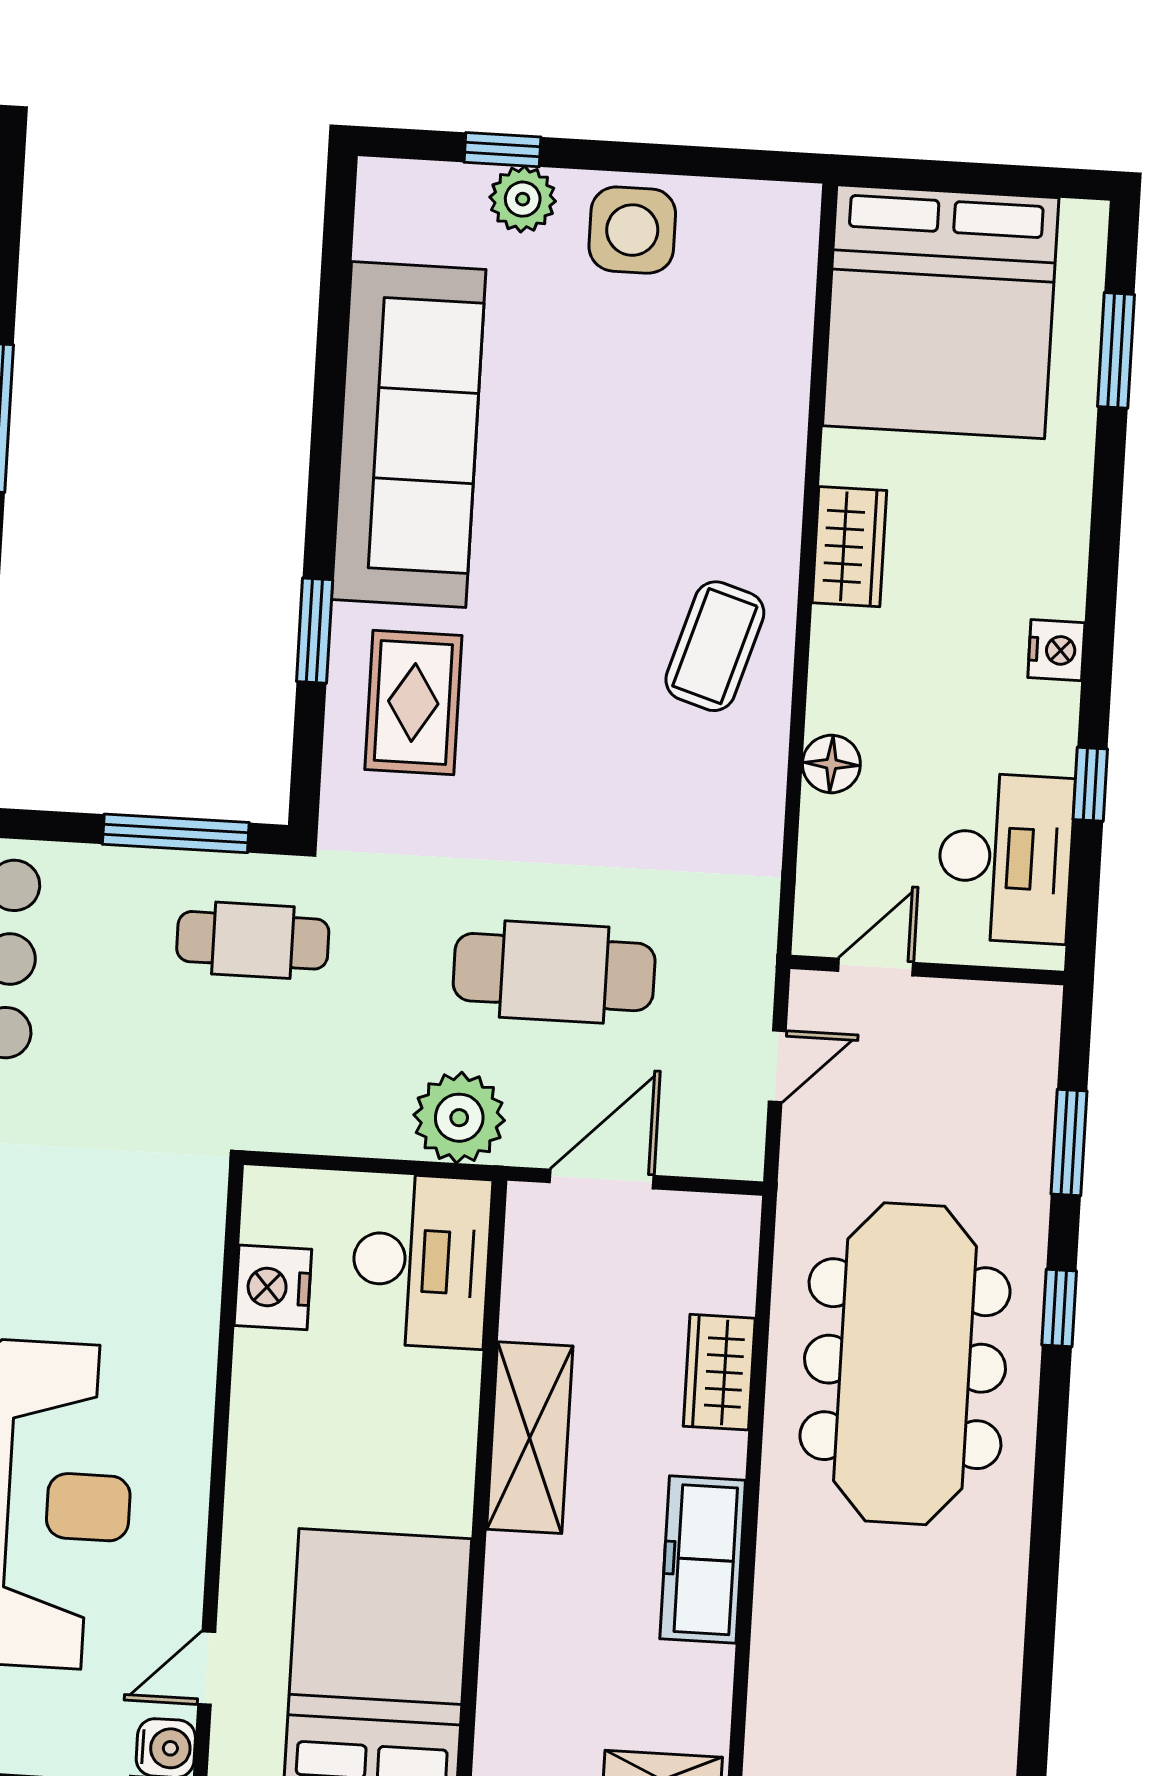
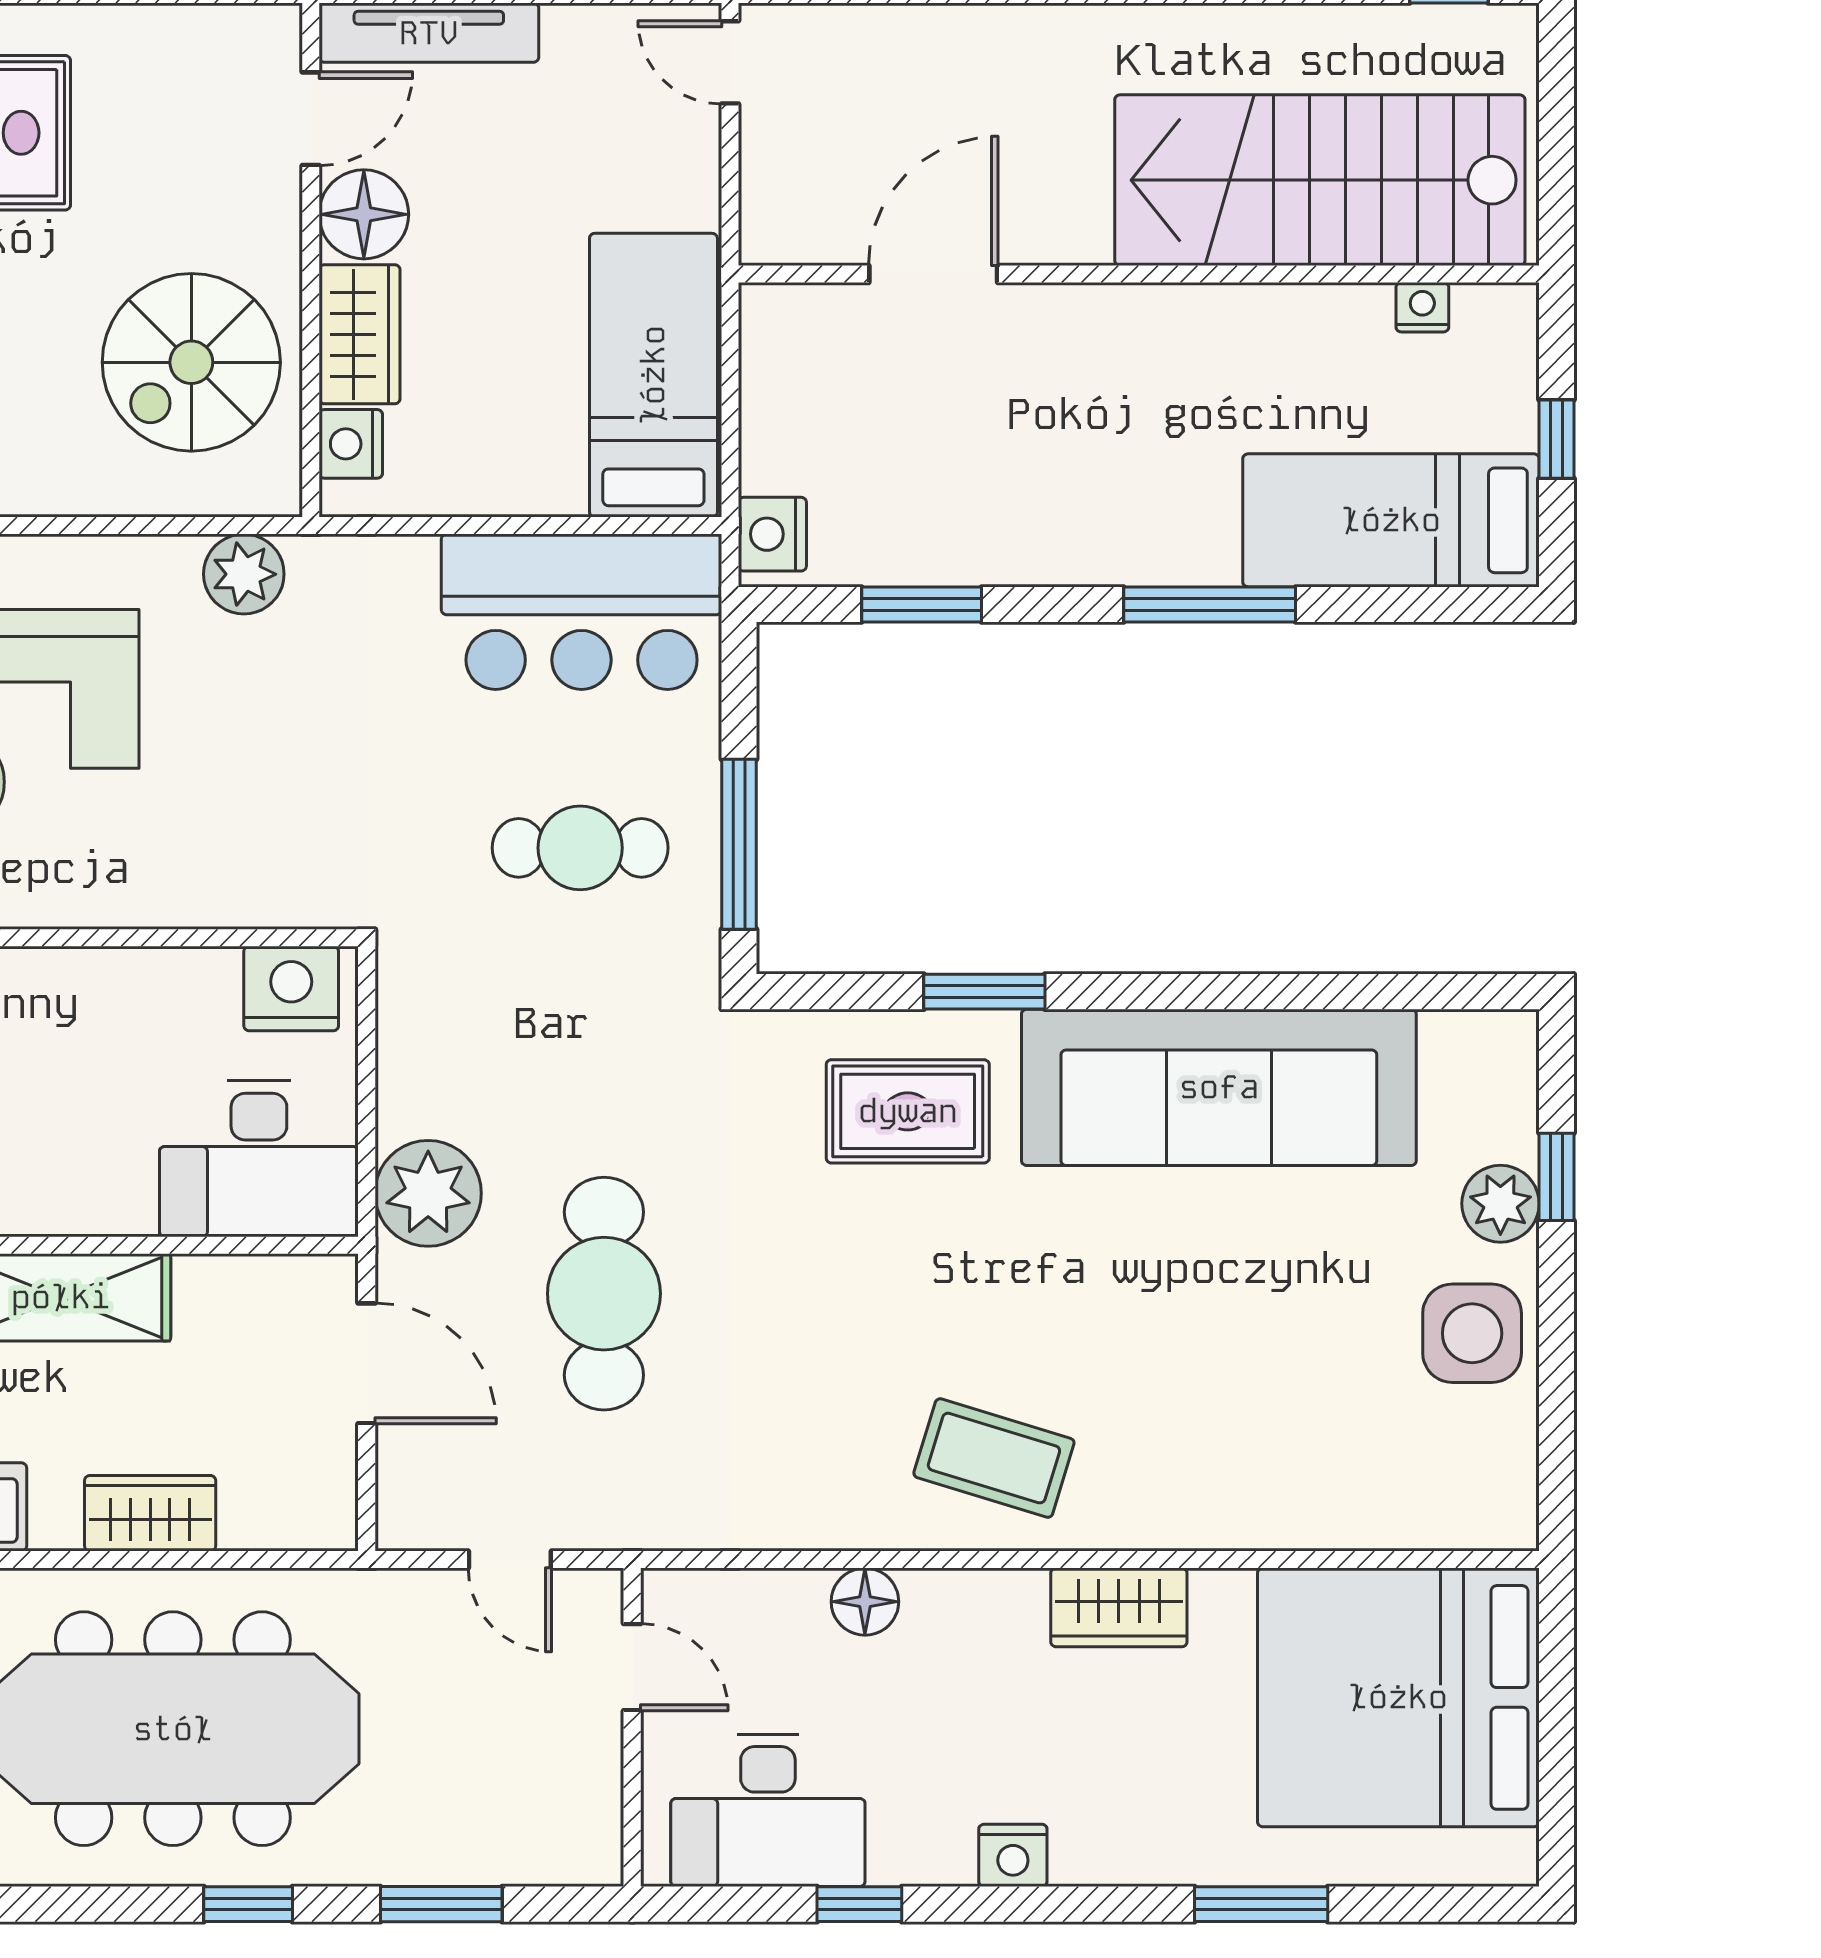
window: (1116, 350) -> (1261, 1904), moved
cafe table: (253, 940) -> (580, 848), moved, turned 90
nightstand: (273, 1287) -> (291, 988), moved

